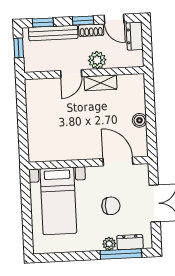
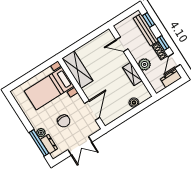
window: (19, 48) -> (126, 14), removed
door: (71, 74) -> (122, 44), moved
boiler: (139, 120) -> (134, 103), moved
shelving: (55, 151) -> (77, 70), added

